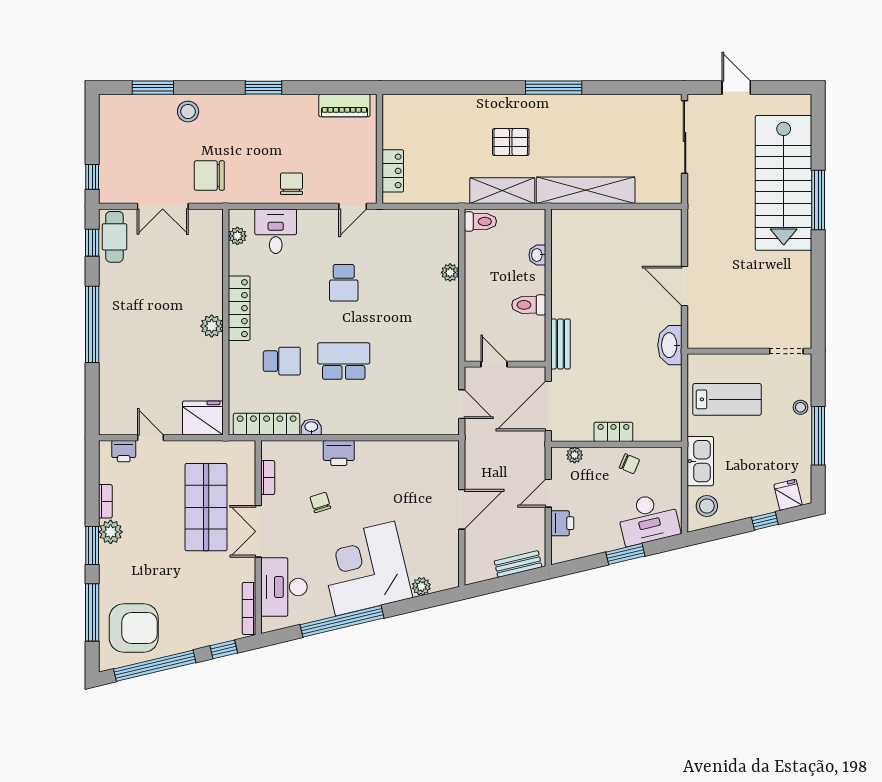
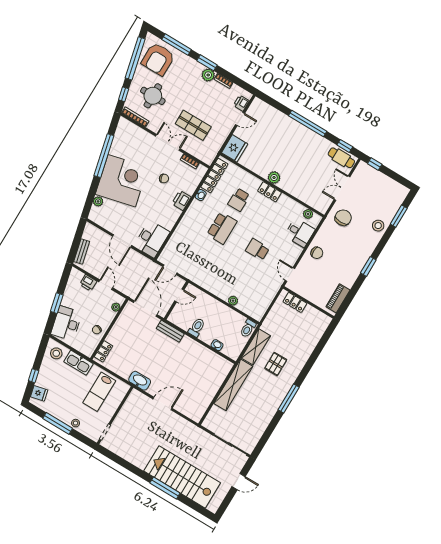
locker: (239, 308) -> (270, 192), width x0.66
locker: (613, 432) -> (103, 351), moved
shop shelf: (206, 507) -> (193, 125), width x0.70, depth x0.74
desk: (284, 587) -> (152, 239), moved, turned 90
round table: (198, 601) -> (153, 96), added

